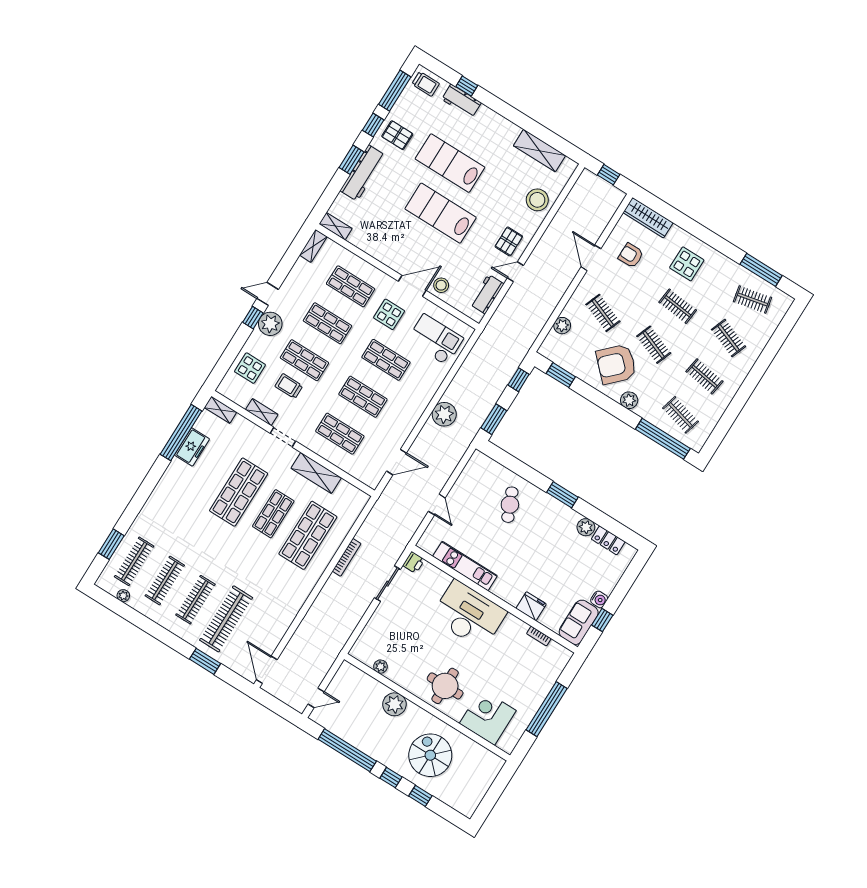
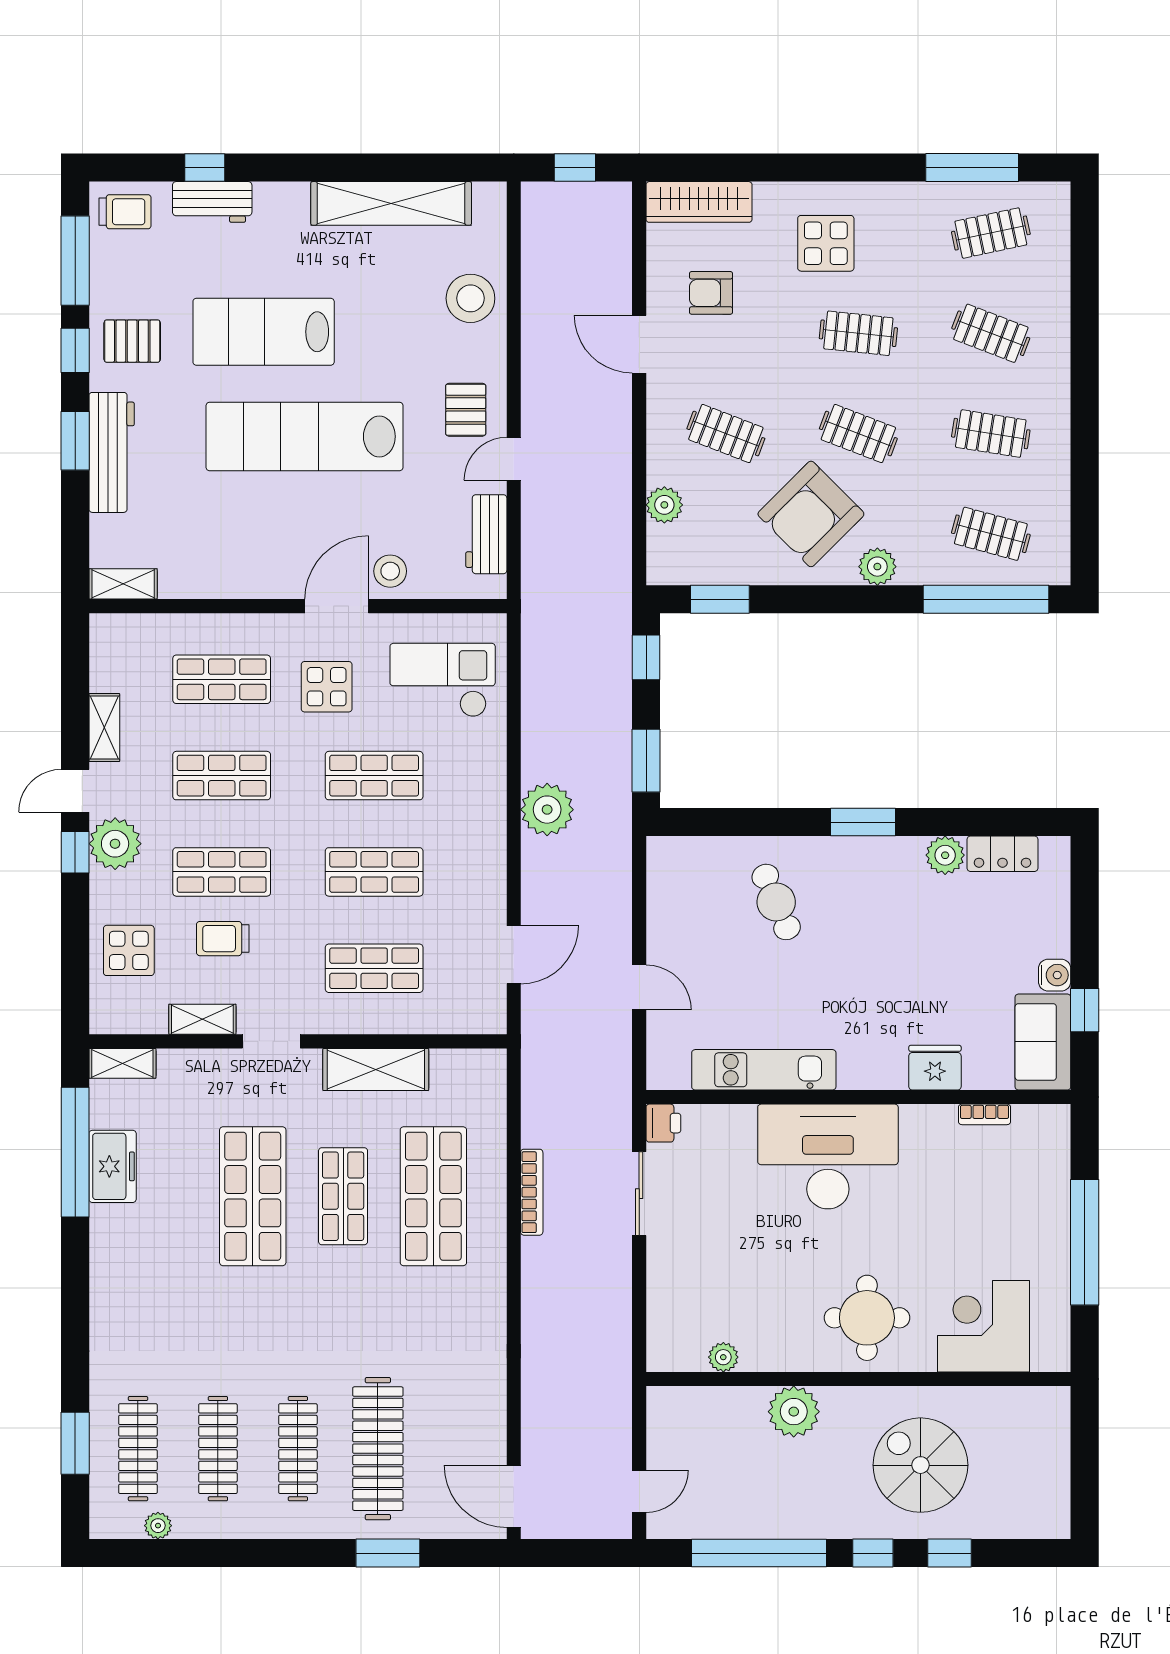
shelving: (539, 151) -> (391, 203), width x1.47
lab bench: (441, 213) -> (305, 436), width x1.36
shelving: (313, 246) -> (104, 727), moved

